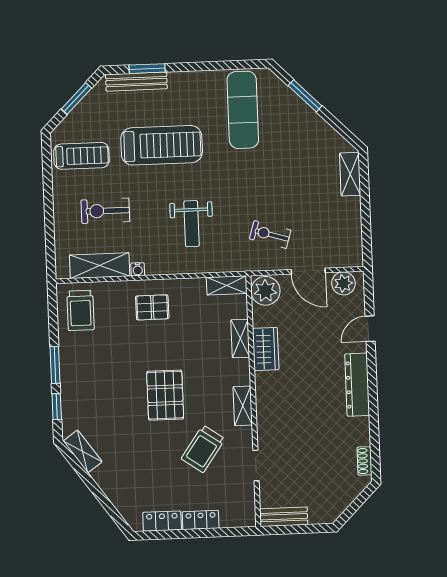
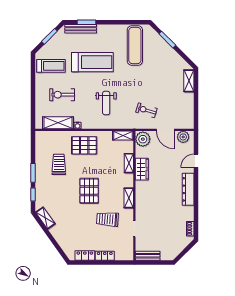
pallet: (152, 307) -> (84, 145), width x1.50, depth x1.42
trolley: (81, 310) -> (59, 164), moved, turned 180
trolley: (203, 449) -> (107, 219), turned 59

